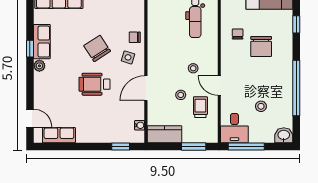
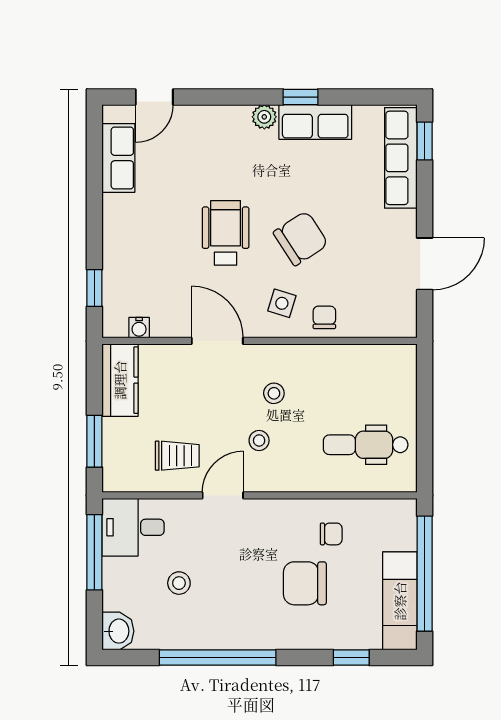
stool: (181, 95) -> (274, 393), moved

